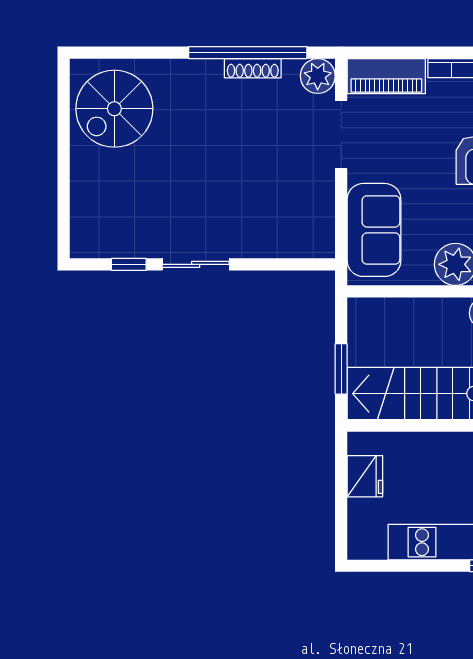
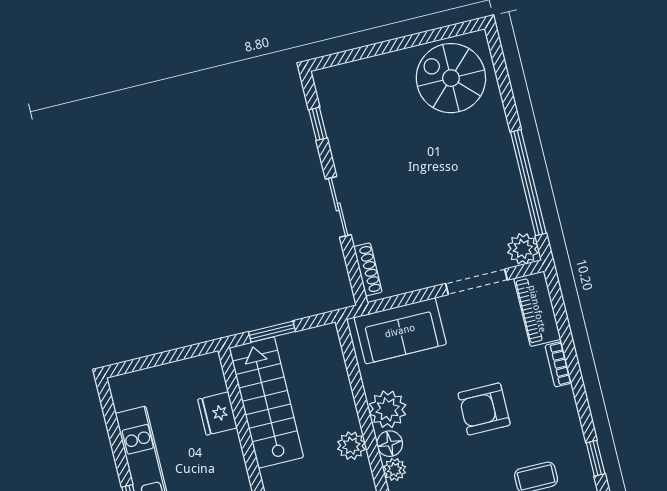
shoe rack: (253, 68) -> (368, 269), moved, turned 180
sliding door: (196, 264) -> (338, 207), moved
fridge: (365, 476) -> (217, 414), moved, turned 90

